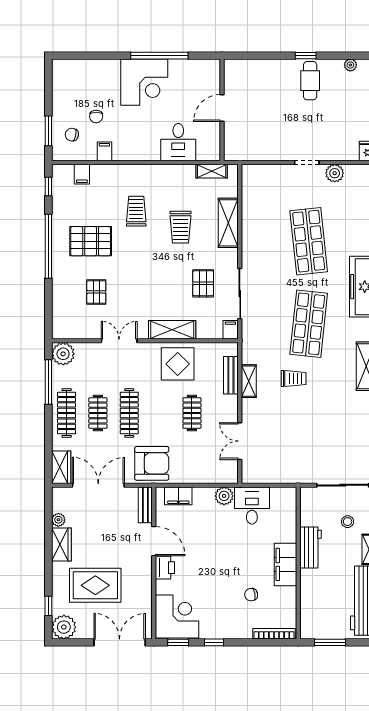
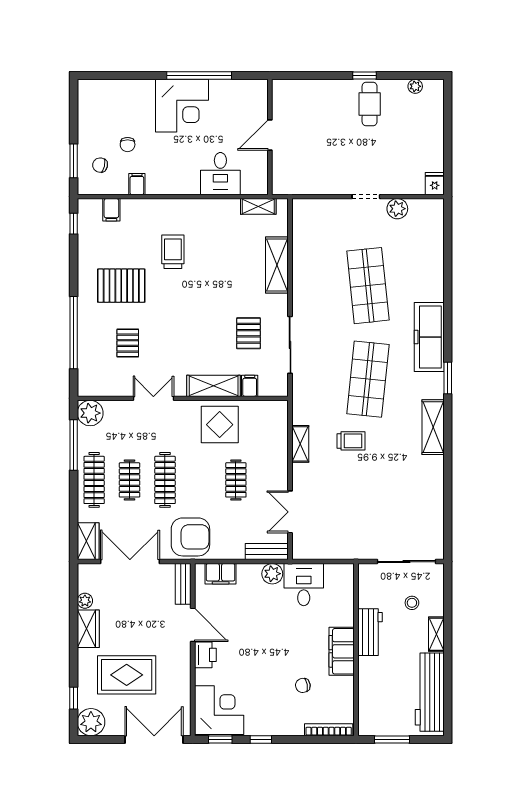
trolley: (181, 227) -> (223, 270), removed
window: (48, 246) -> (74, 333), moved
filing cabinet: (230, 330) -> (250, 386), moved
bench: (231, 375) -> (267, 552), moved, turned 90

